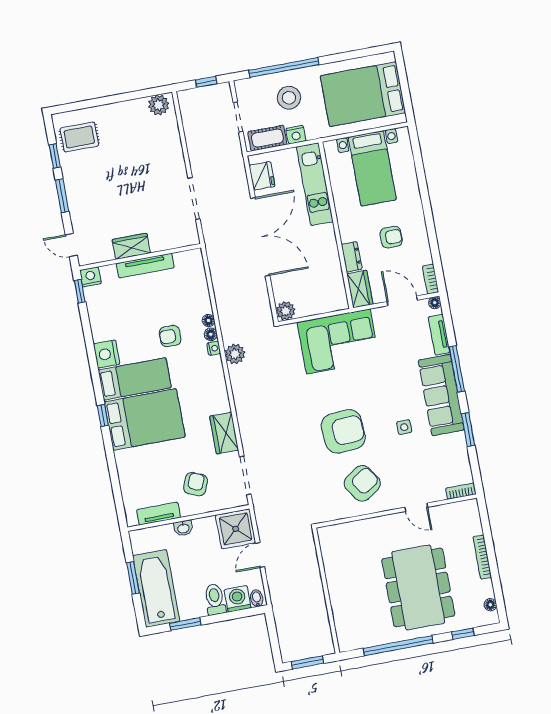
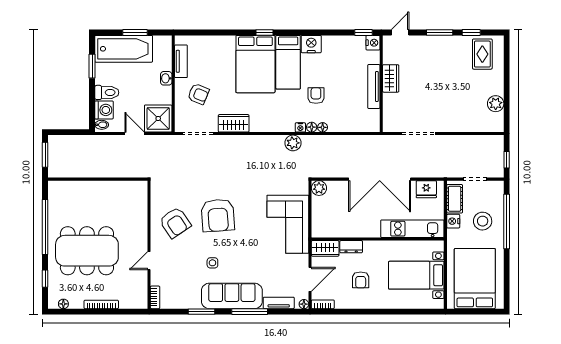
plant: (159, 105) -> (496, 104), moved

